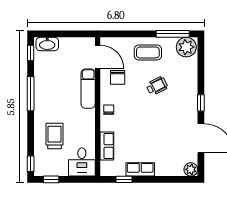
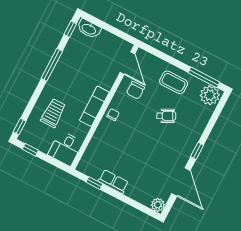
exam couch: (88, 89) -> (94, 106), moved
row of seats: (107, 146) -> (95, 146), removed

